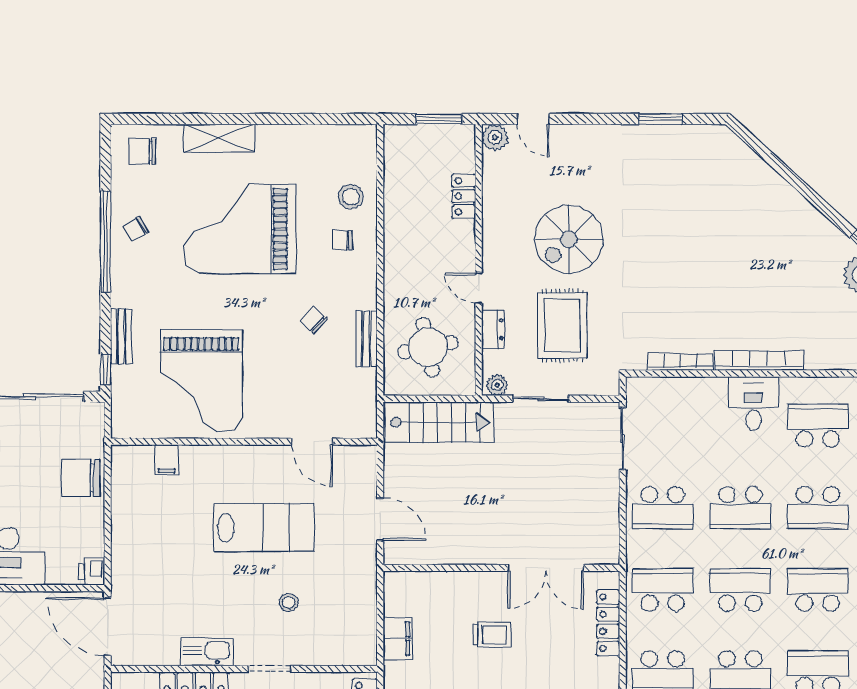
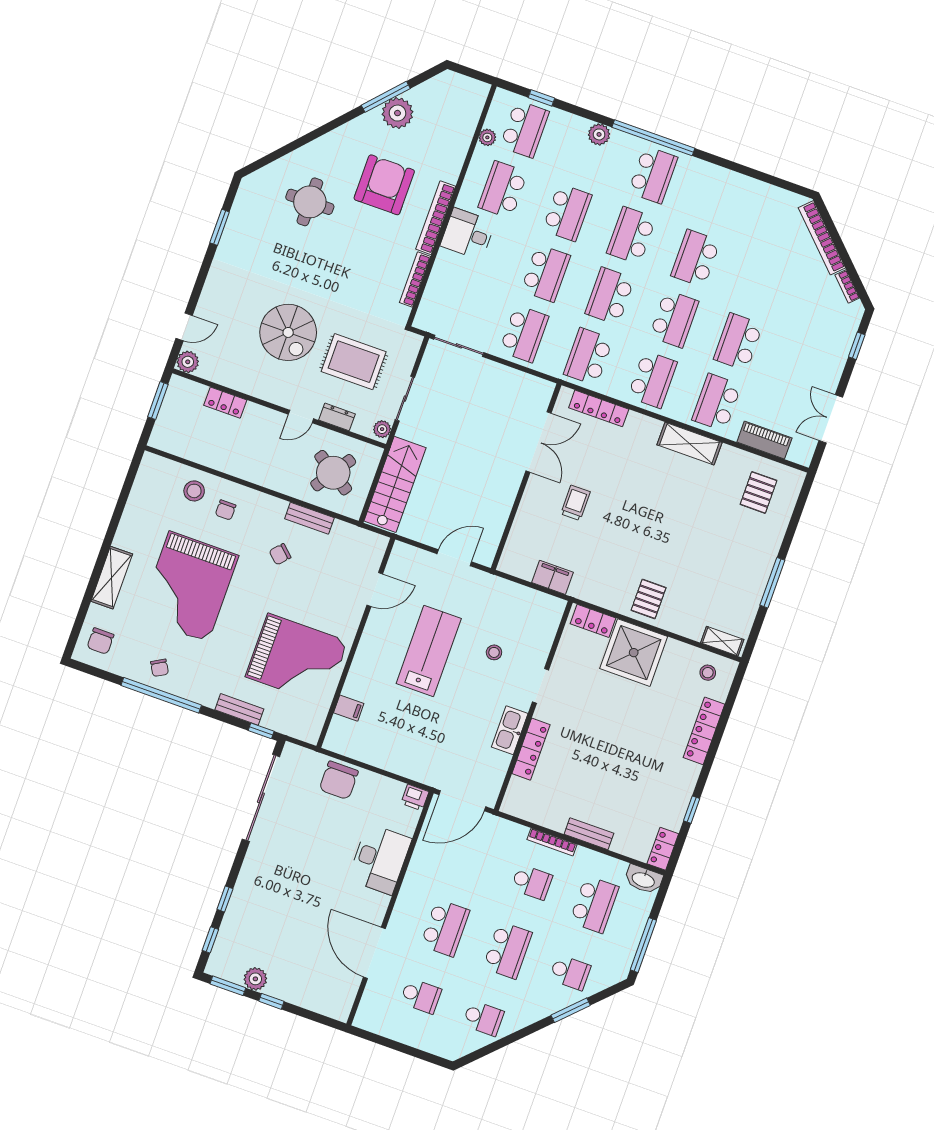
round table: (726, 211) -> (310, 202), added
armchair: (775, 289) -> (384, 185), added
round table: (428, 347) -> (333, 473), turned 45

